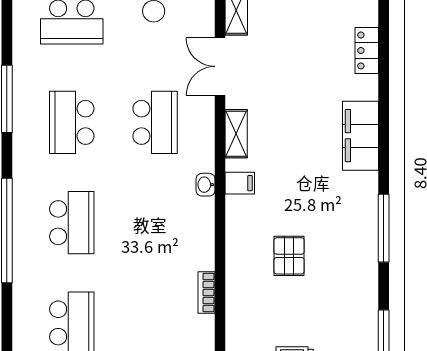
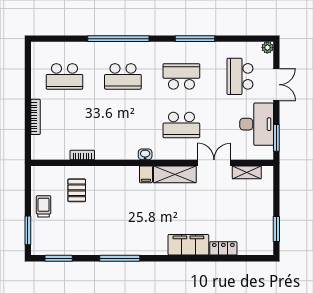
shelving: (236, 134) -> (175, 174), width x1.50, depth x1.33
filing cabinet: (361, 136) -> (188, 245), moved
pallet: (289, 256) -> (77, 190), moved, turned 90

